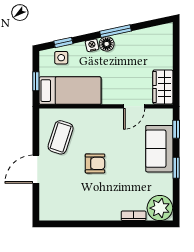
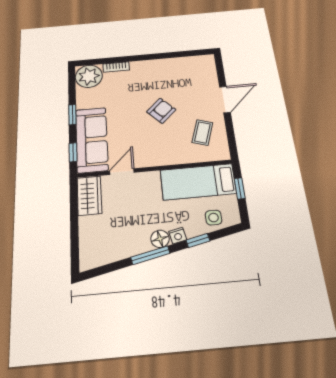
window: (63, 42) -> (198, 241), moved
coffee table: (61, 137) -> (202, 132), width x0.73, depth x0.77
sofa: (159, 149) -> (92, 140), width x1.36
armchair: (95, 163) -> (161, 111), turned 136

